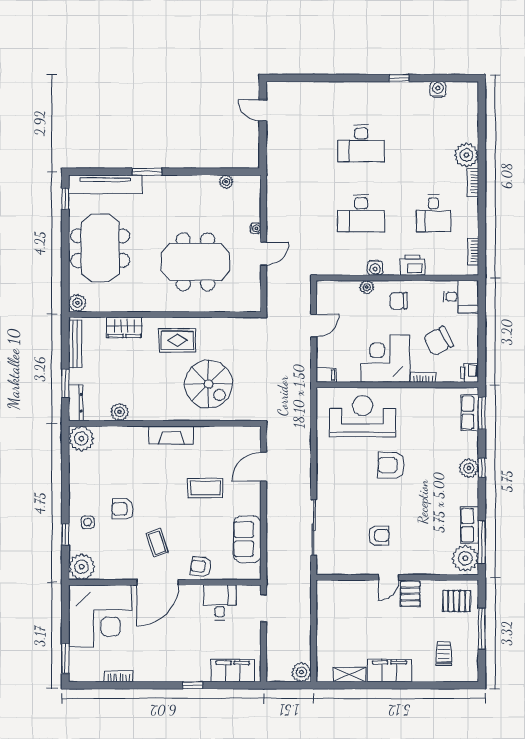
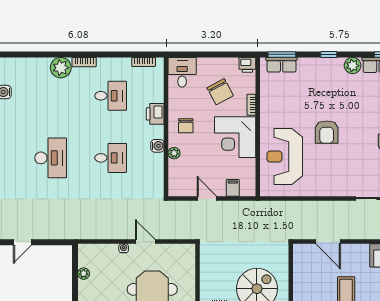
desk: (361, 213) -> (111, 158), width x0.73
filing cabinet: (326, 375) -> (233, 188), moved
plant: (469, 468) -> (353, 66), moved

